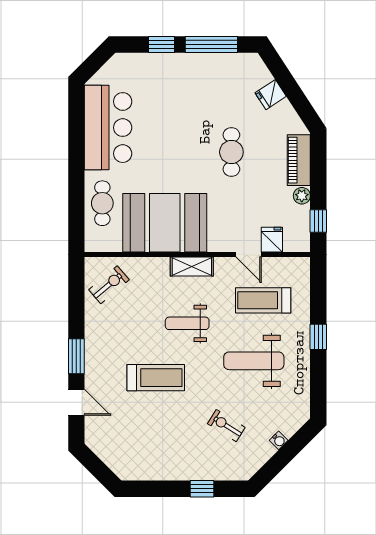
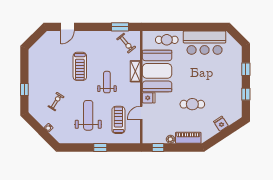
window: (211, 45) -> (246, 94), width x0.46
fridge: (272, 240) -> (149, 98), moved
shelving: (192, 267) -> (135, 71), moved
window: (76, 356) -> (120, 27), moved

